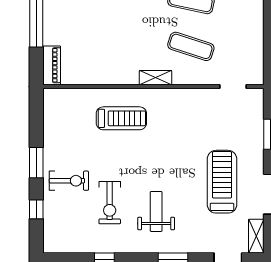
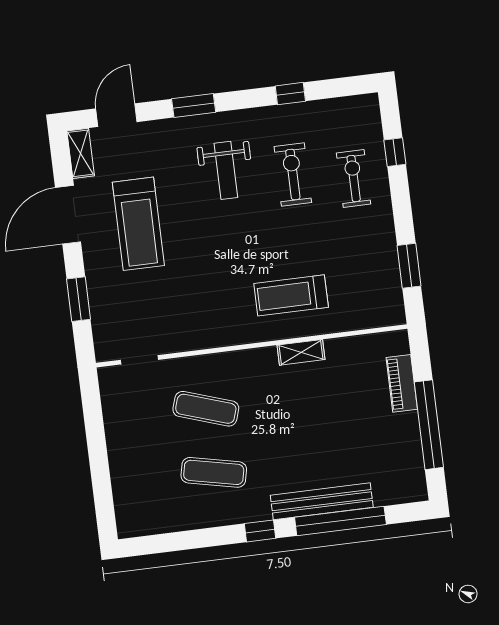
piano: (52, 65) -> (402, 383), moved
shelving: (155, 78) -> (301, 352), moved
window: (36, 163) -> (409, 266), moved
exercise bike: (69, 181) -> (354, 179), moved, turned 90

